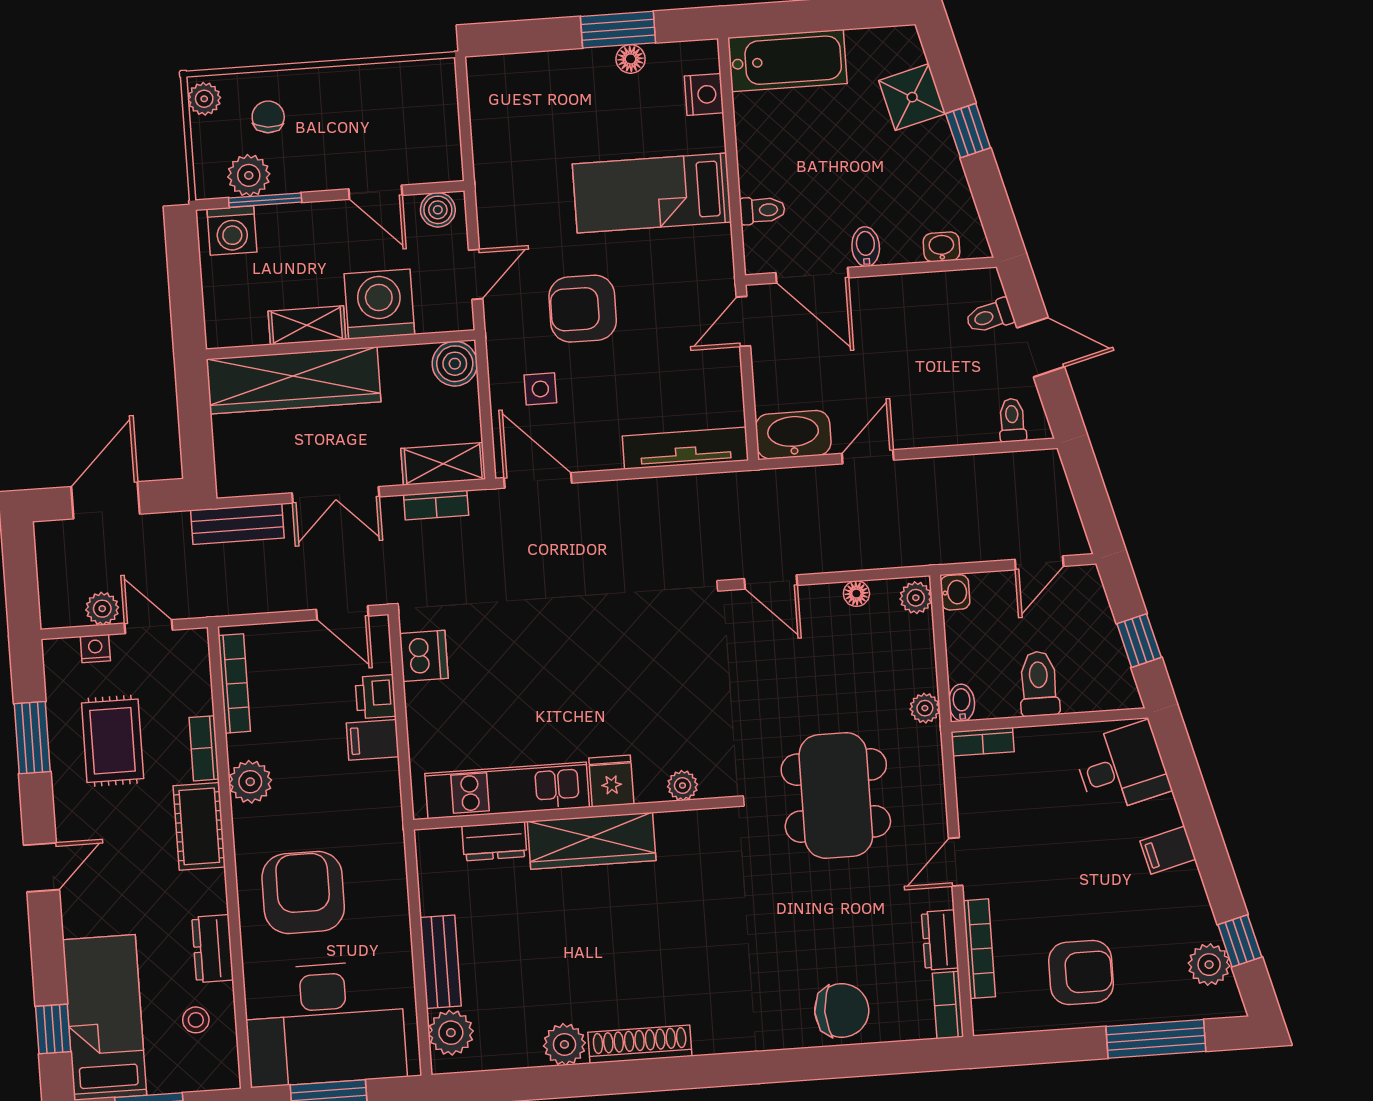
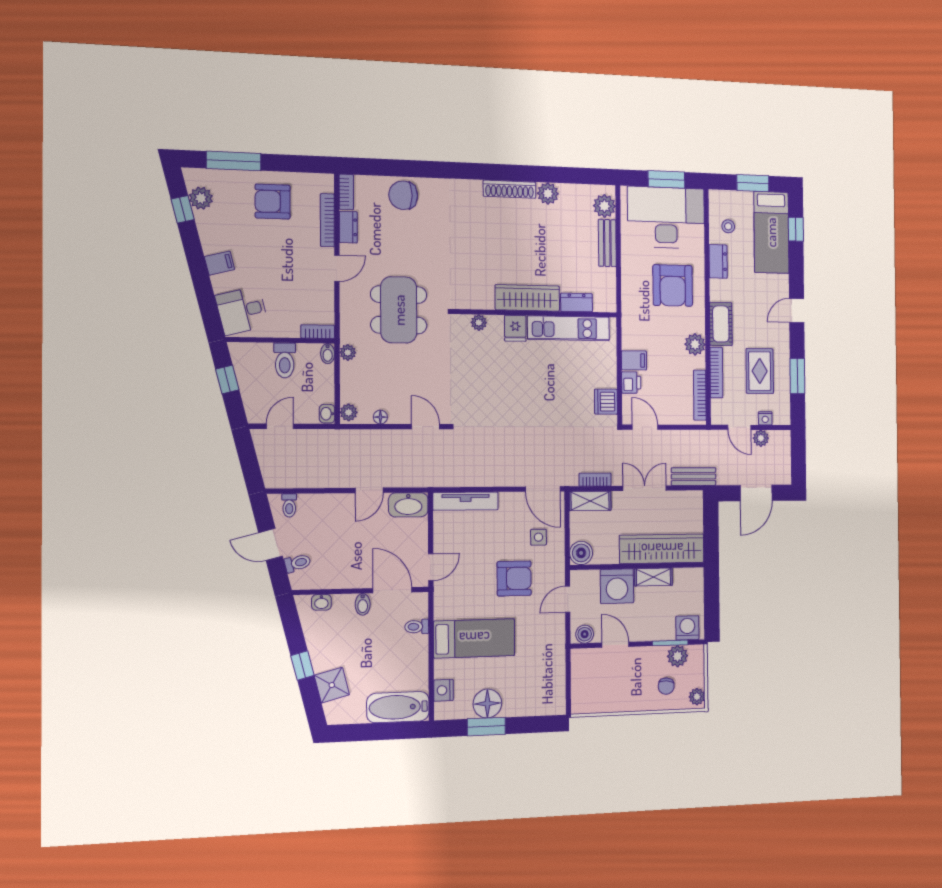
floor lamp: (631, 59) -> (487, 704), width x1.89, depth x1.89
bookcase: (204, 748) -> (716, 373), width x1.56

